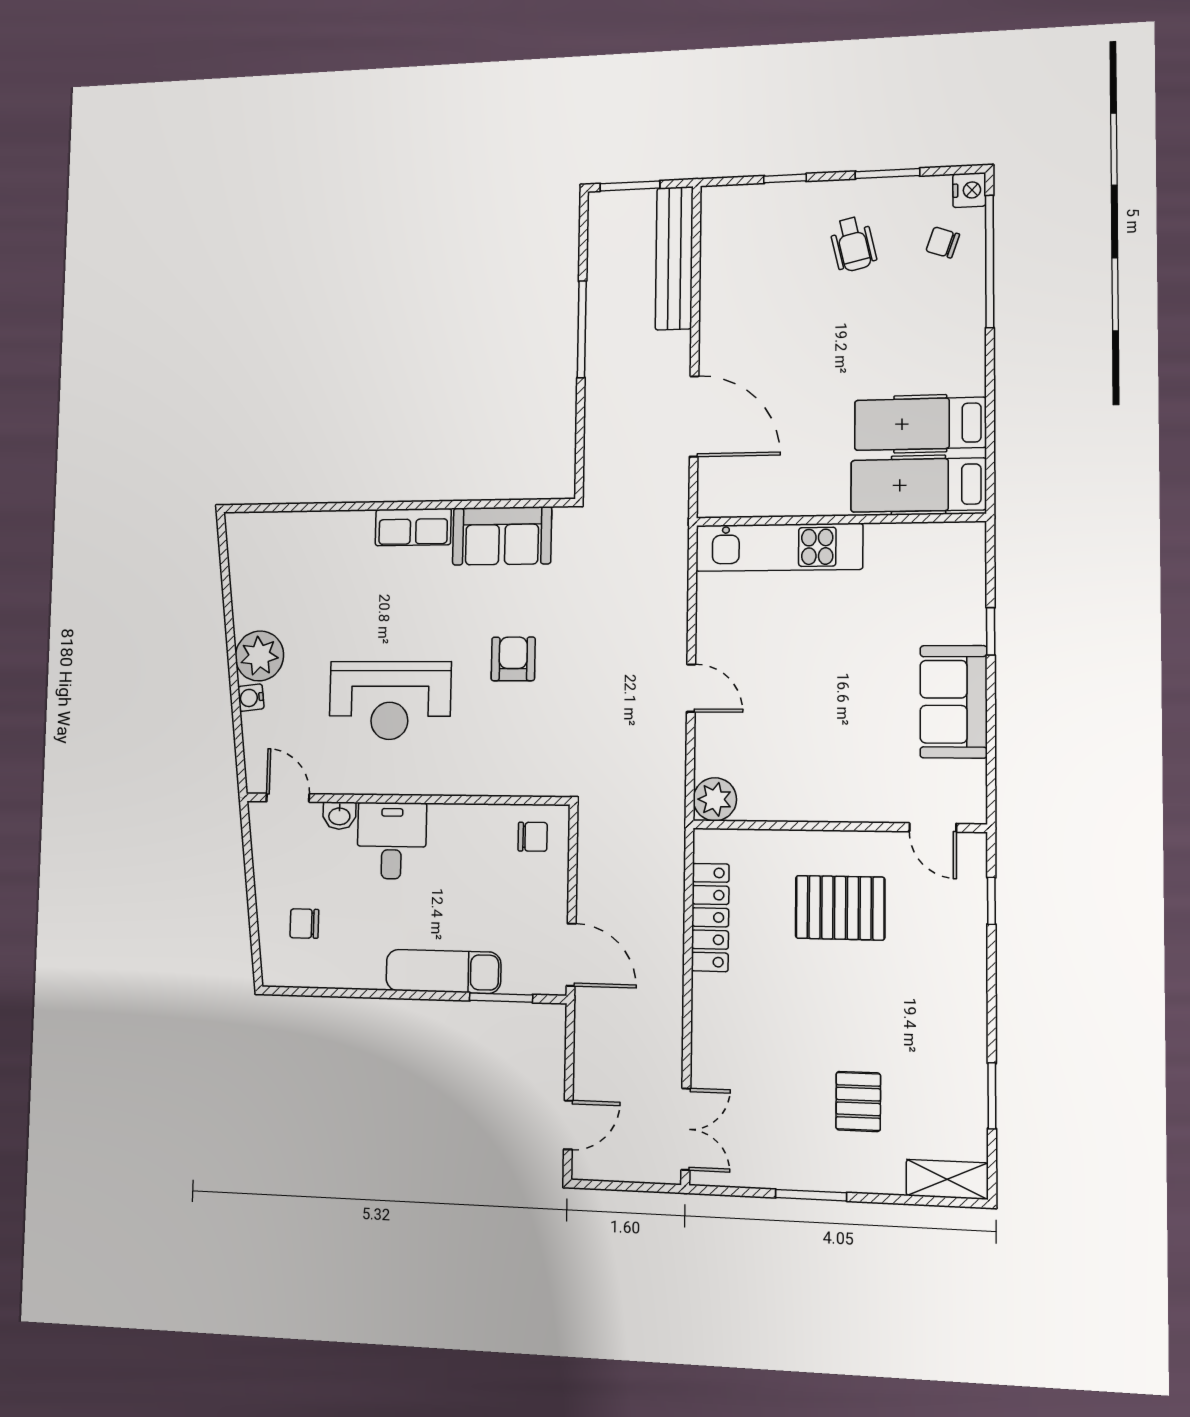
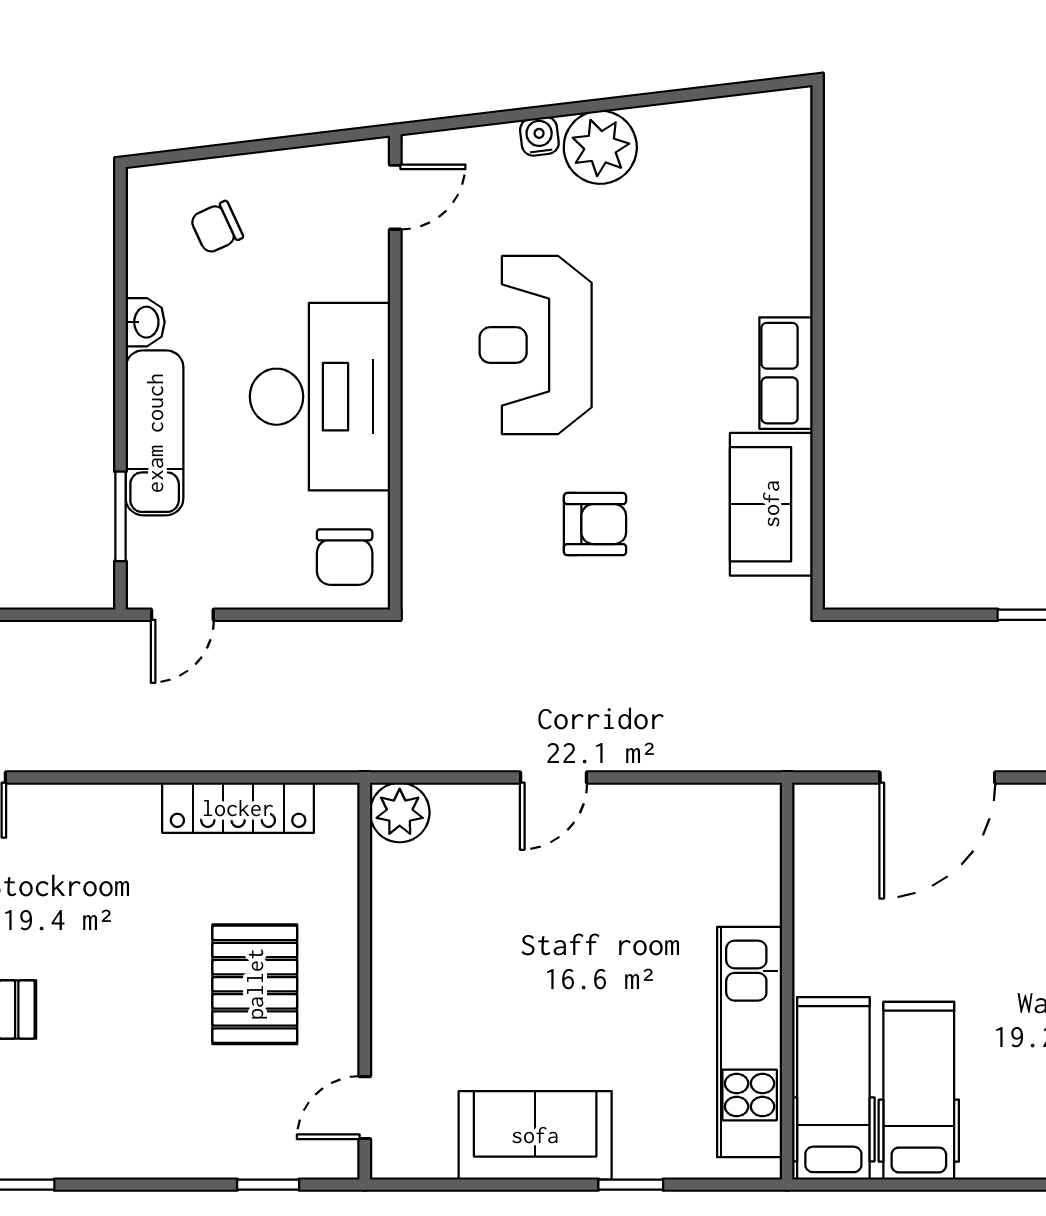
kitchen unit: (779, 547) -> (750, 1042), moved
washbasin: (339, 816) -> (145, 322), moved, turned 180
chair: (533, 837) -> (345, 557), width x1.37, depth x1.37
desk: (392, 841) -> (320, 397), width x1.87, depth x1.30
chair: (304, 924) -> (217, 227), turned -115
door: (571, 955) -> (182, 615), width x0.73

